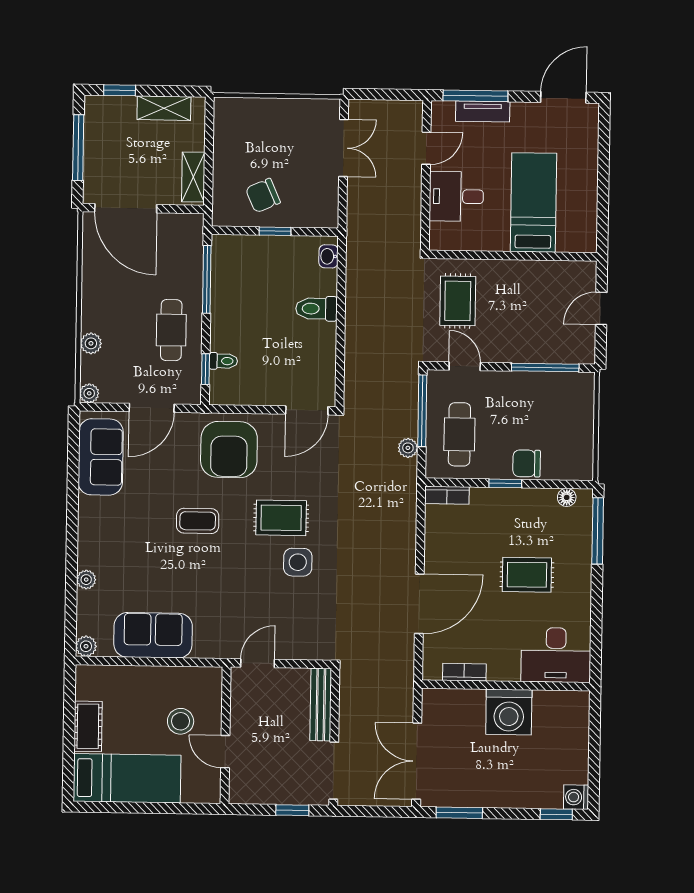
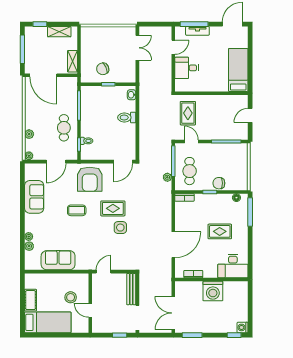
bed: (534, 202) -> (238, 70), moved
sofa: (101, 457) -> (34, 197), moved
plant: (86, 646) -> (29, 246), moved

